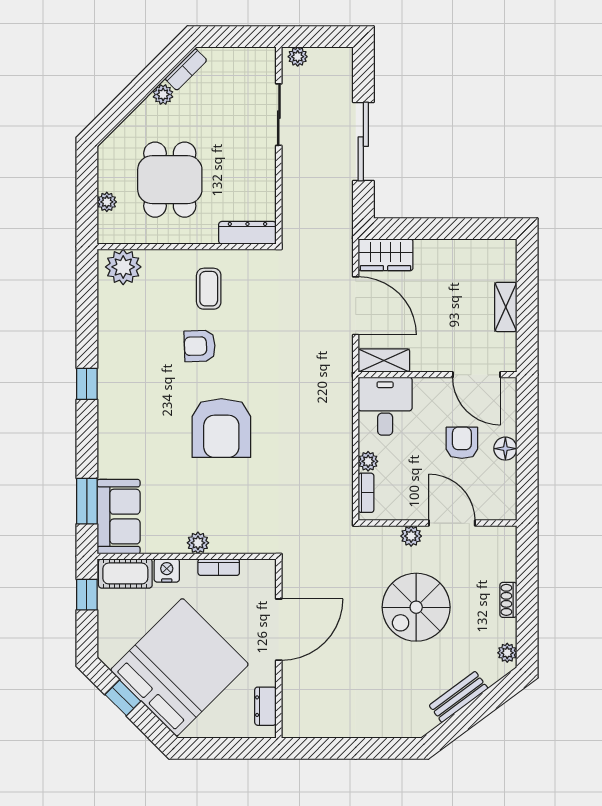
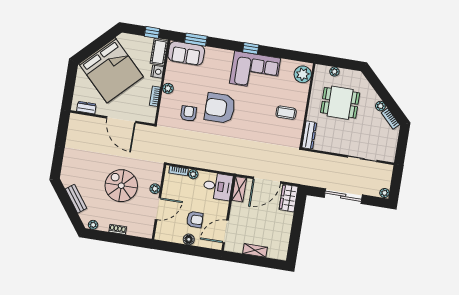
plant: (298, 57) -> (385, 193), moved
armchair: (200, 346) -> (189, 114), moved
corner sofa: (132, 367) -> (255, 71), added
window: (123, 698) -> (101, 42), removed

